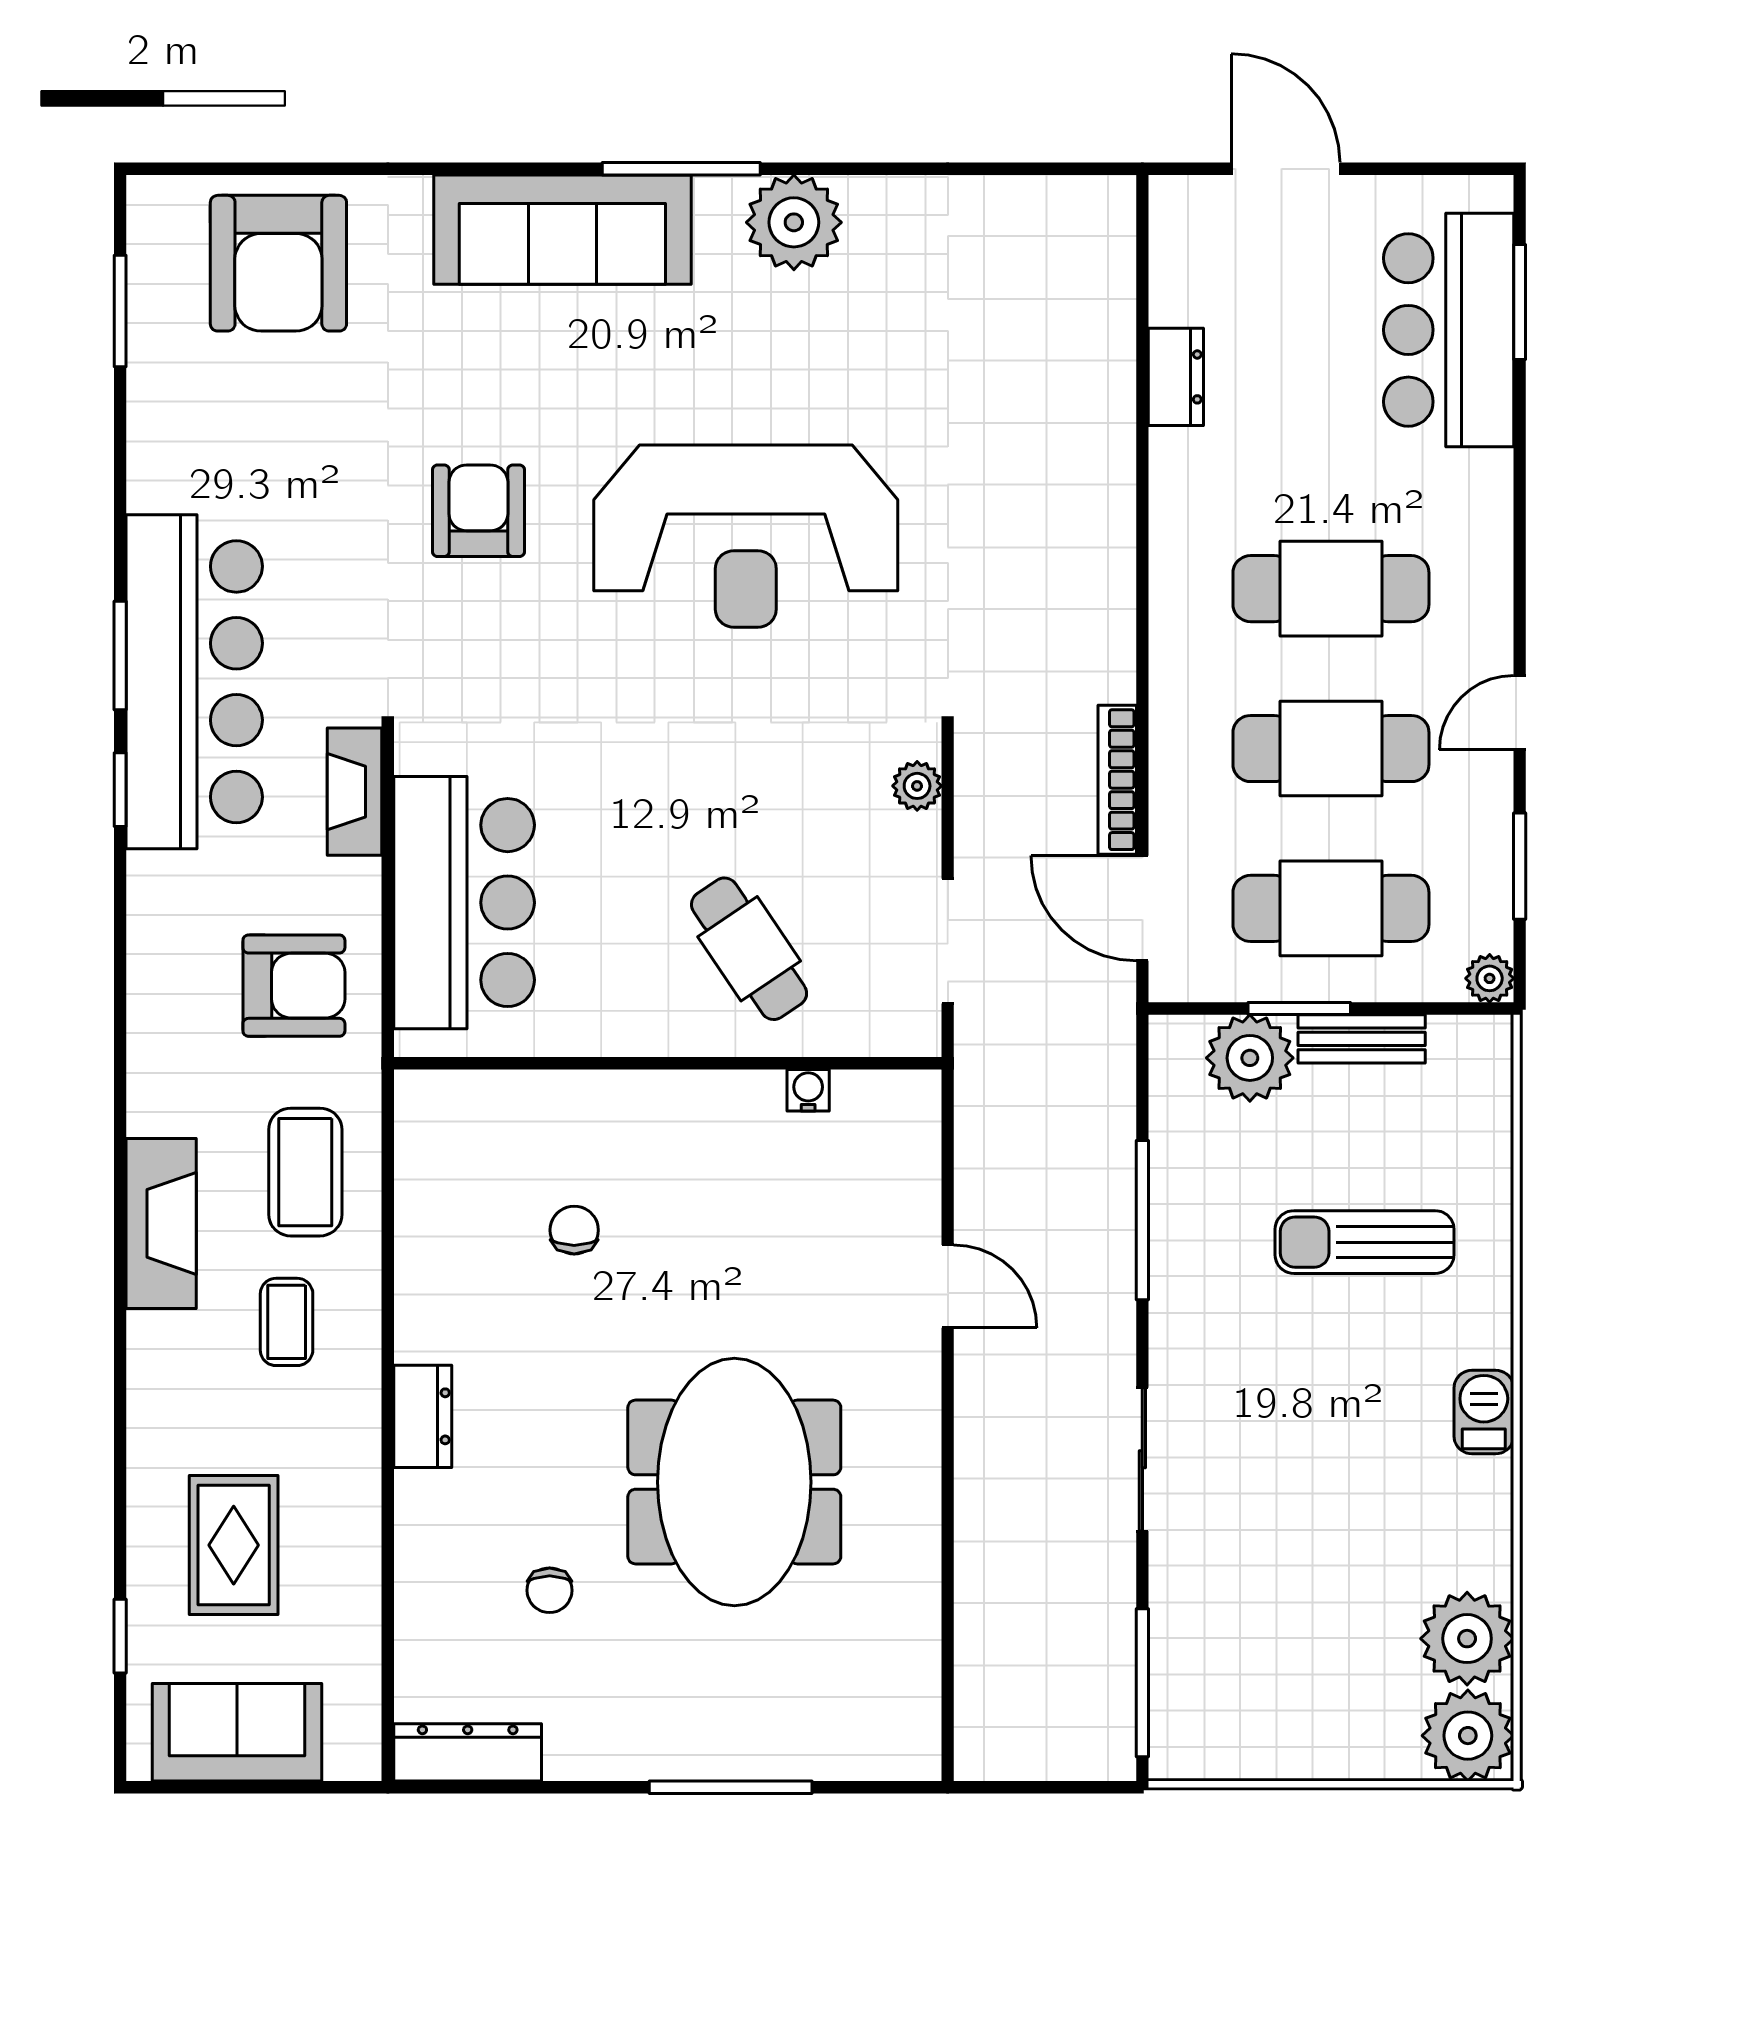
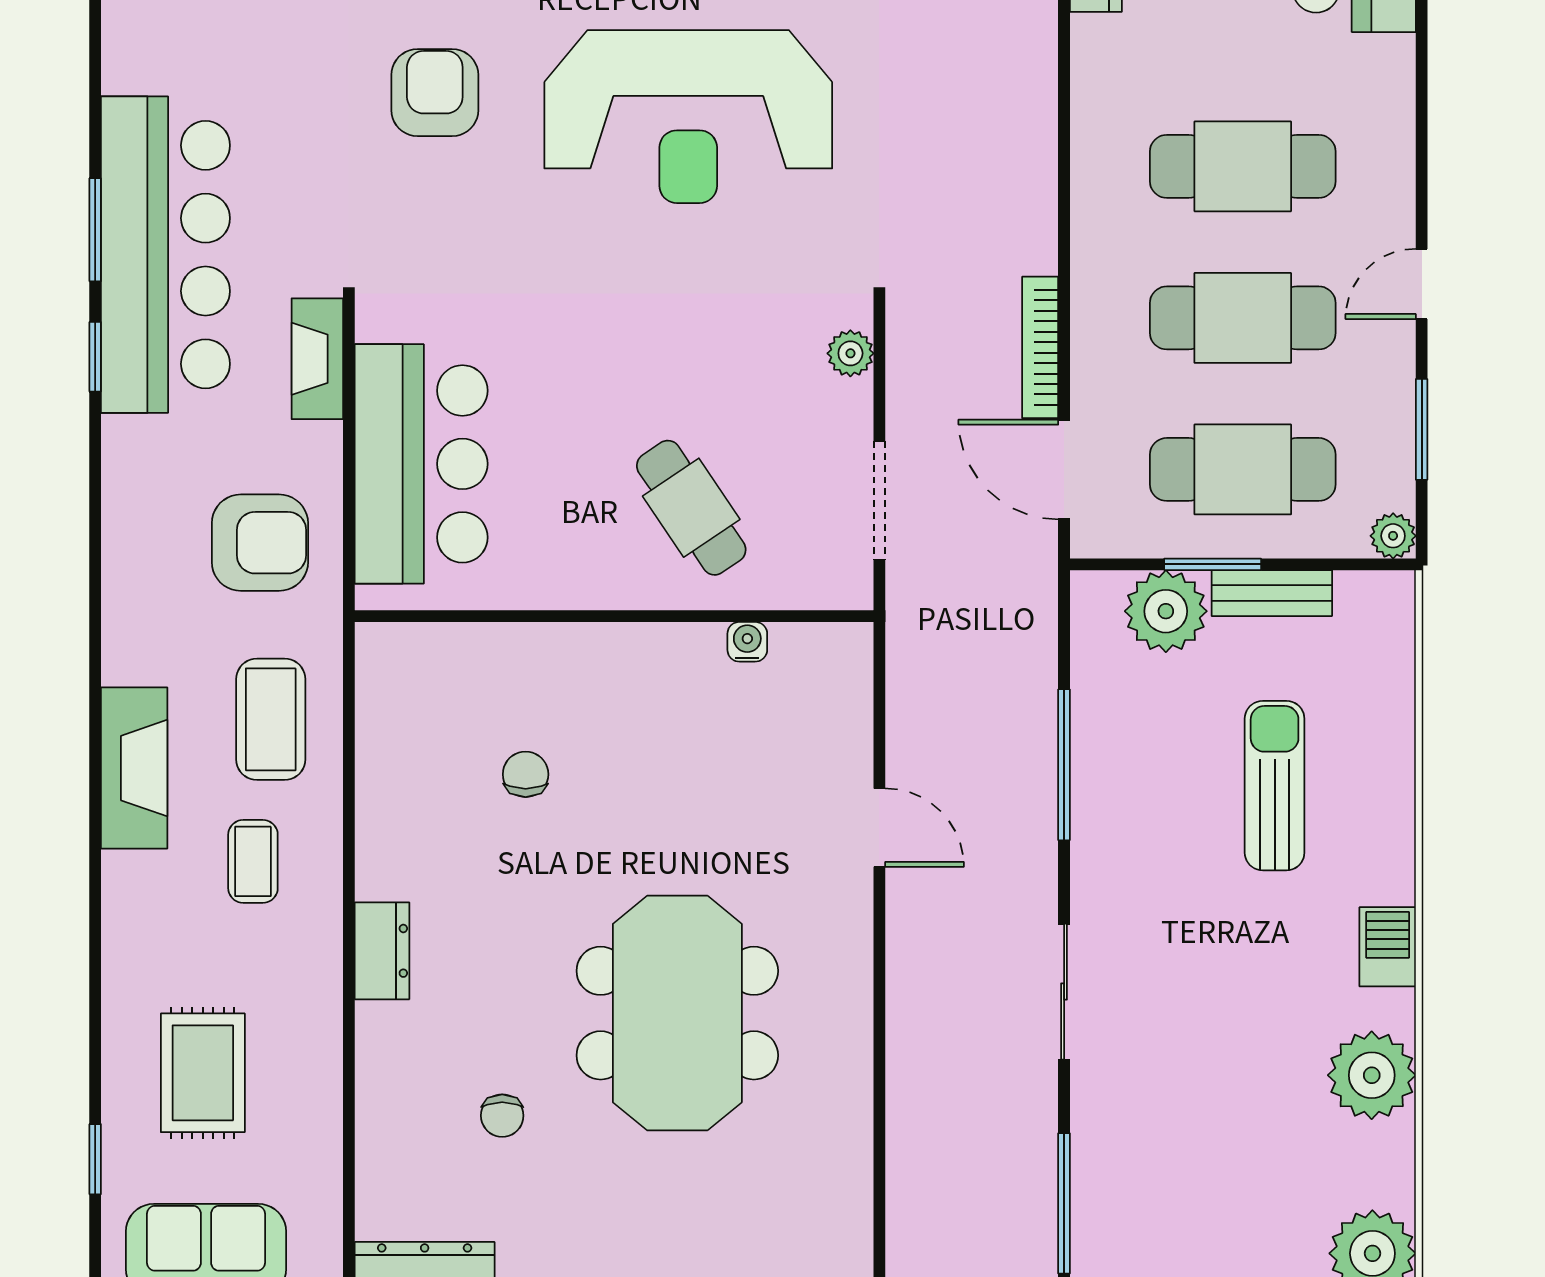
sun lounger: (1365, 1242) -> (1275, 786), turned 90
plant: (1467, 1639) -> (1372, 1075), moved

